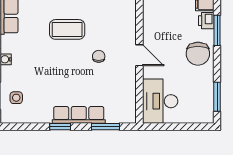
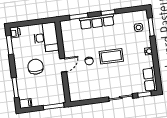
printer: (206, 21) -> (15, 32), moved
coffee table: (67, 29) -> (111, 56), moved
chair: (198, 54) -> (36, 67), moved
door: (139, 55) -> (63, 65), swing flipped

